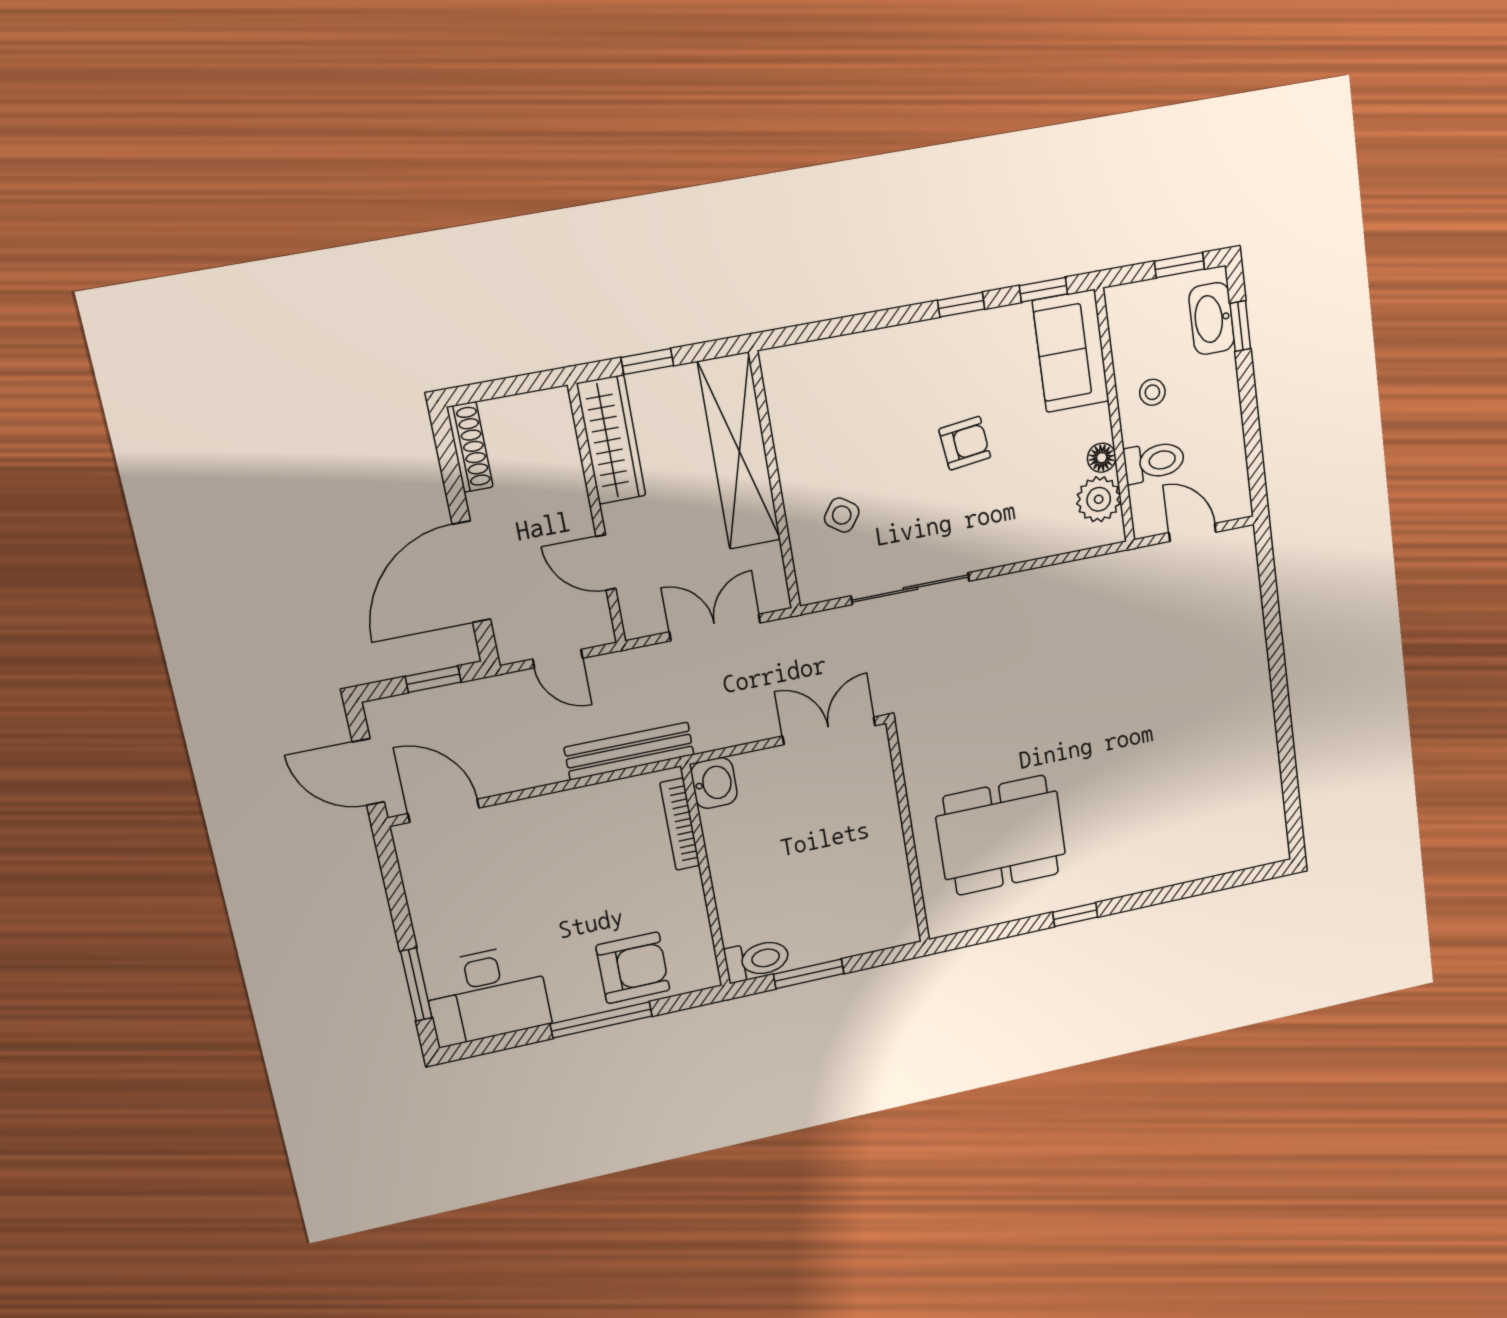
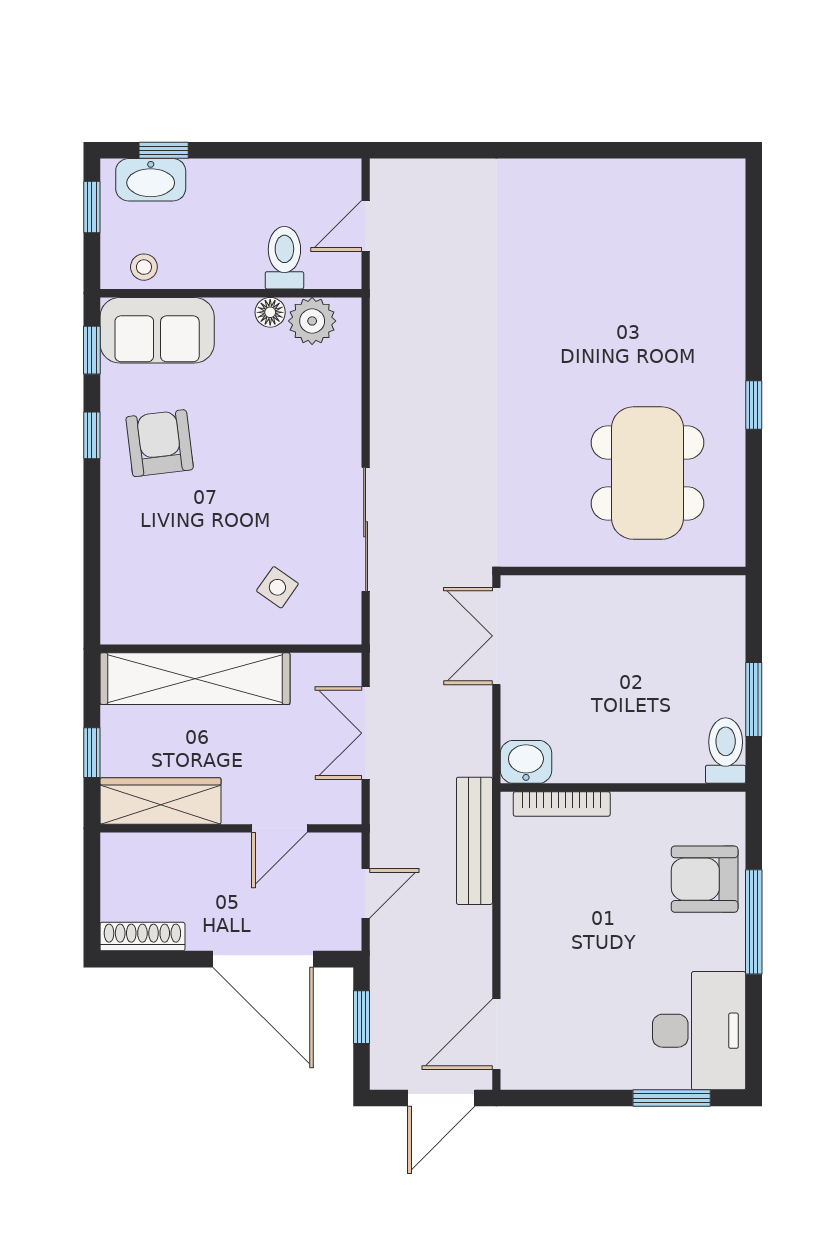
stool: (1152, 392) -> (144, 267), moved
armchair: (965, 443) -> (160, 443), moved, width x1.38, depth x1.38
armchair: (633, 968) -> (705, 879), turned -90

